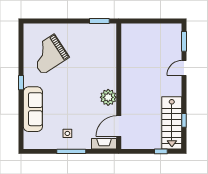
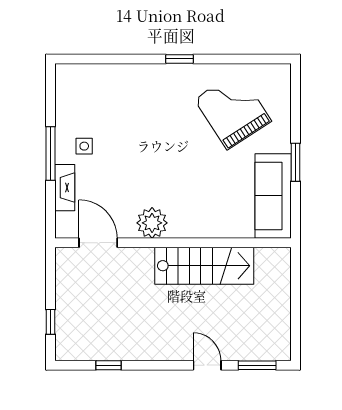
window: (99, 21) -> (296, 162), moved
sofa: (33, 109) -> (273, 196), moved, turned 90
stairs: (172, 123) -> (204, 266), moved, turned 180
fireplace: (104, 144) -> (65, 188), moved

